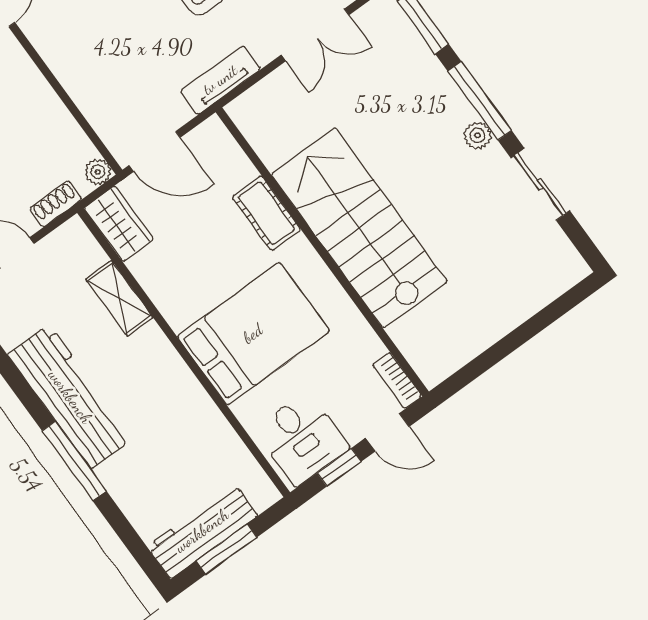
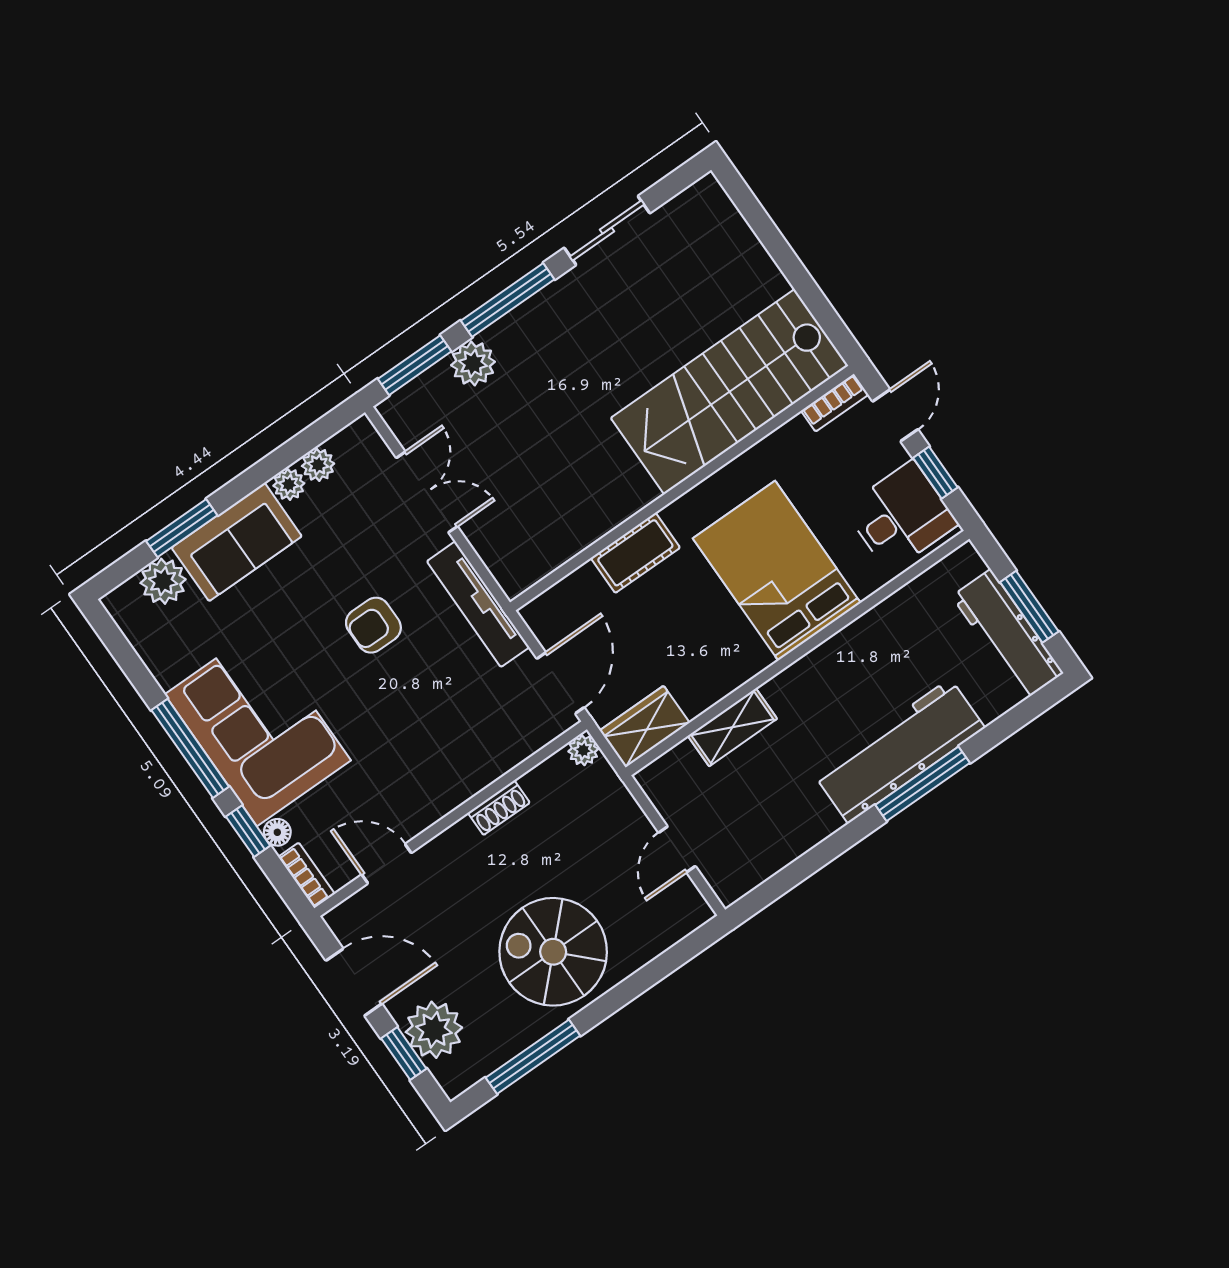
tv unit: (220, 80) -> (478, 604), width x1.41
plant: (477, 135) -> (473, 363), moved, width x1.38, depth x1.38
shoe rack: (56, 204) -> (499, 808), moved, turned -90
stairs: (359, 228) -> (729, 392), moved
workbench: (70, 397) -> (899, 751), moved

